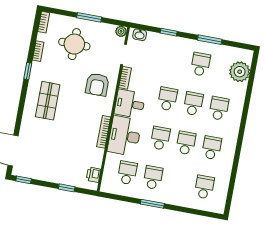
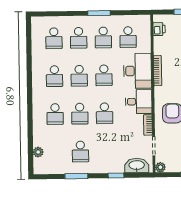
washbasin: (140, 35) -> (137, 165), width x1.91, depth x1.45
plant: (240, 72) -> (38, 152), width x0.53, depth x0.53
school desk: (179, 182) -> (79, 38), added

